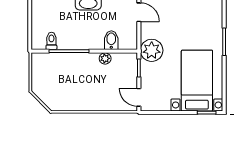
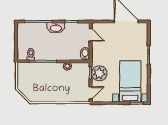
bidet: (111, 40) -> (85, 54), moved
plant: (152, 50) -> (99, 73), moved
door: (139, 97) -> (91, 93), swing flipped

